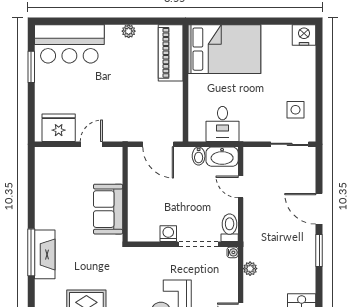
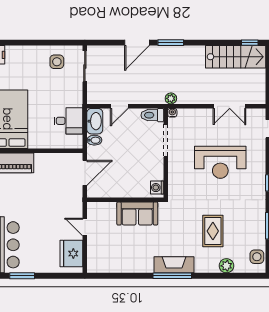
washing machine: (168, 234) -> (157, 188), moved
plant: (250, 269) -> (171, 98), moved

